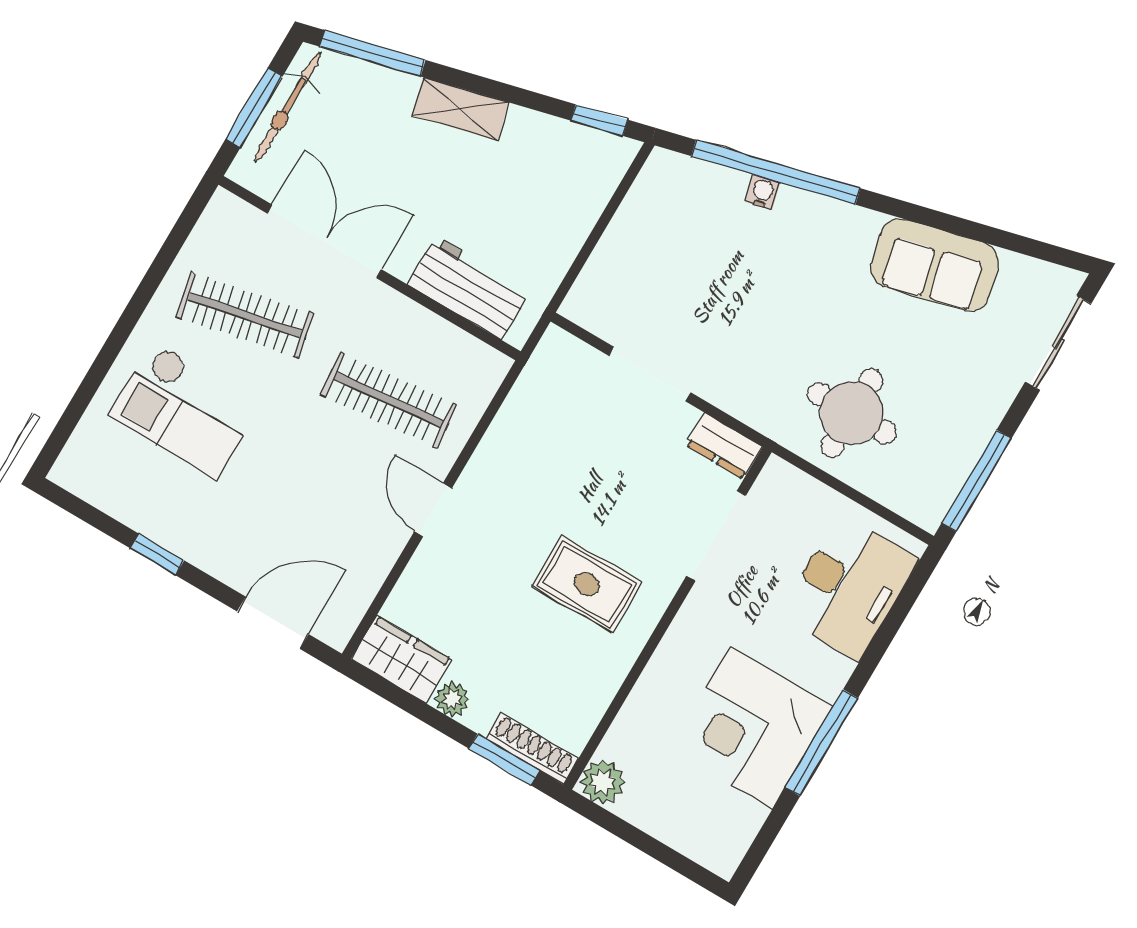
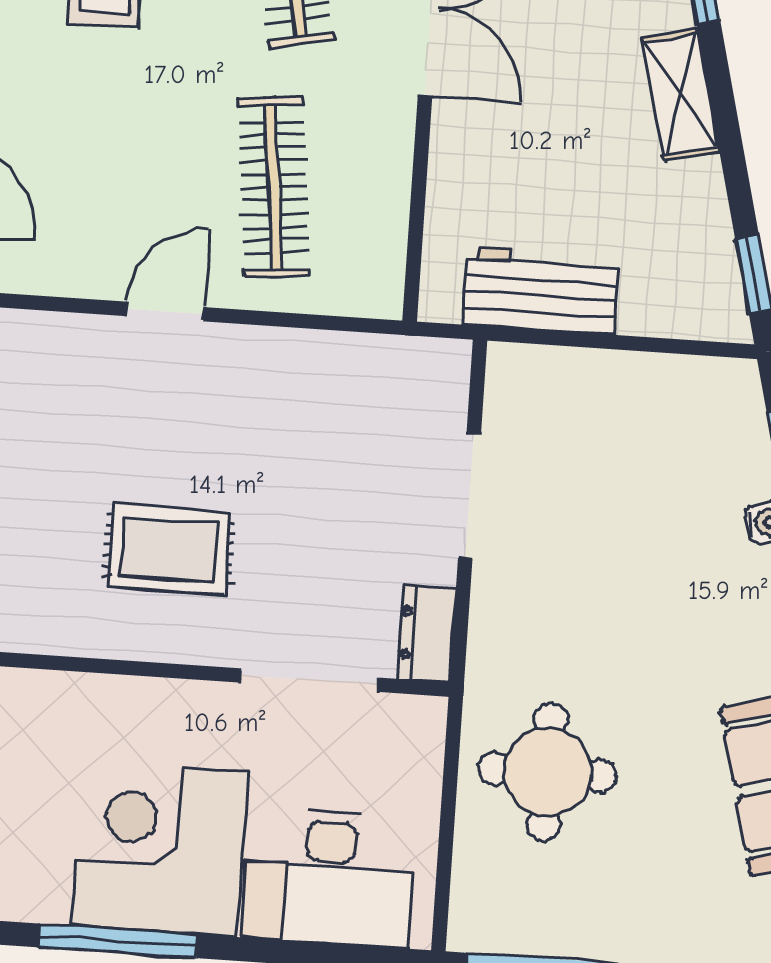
workbench: (469, 288) -> (541, 290), moved, turned -90
rug: (587, 584) -> (169, 550), turned 90
corner desk: (752, 728) -> (159, 849), moved

